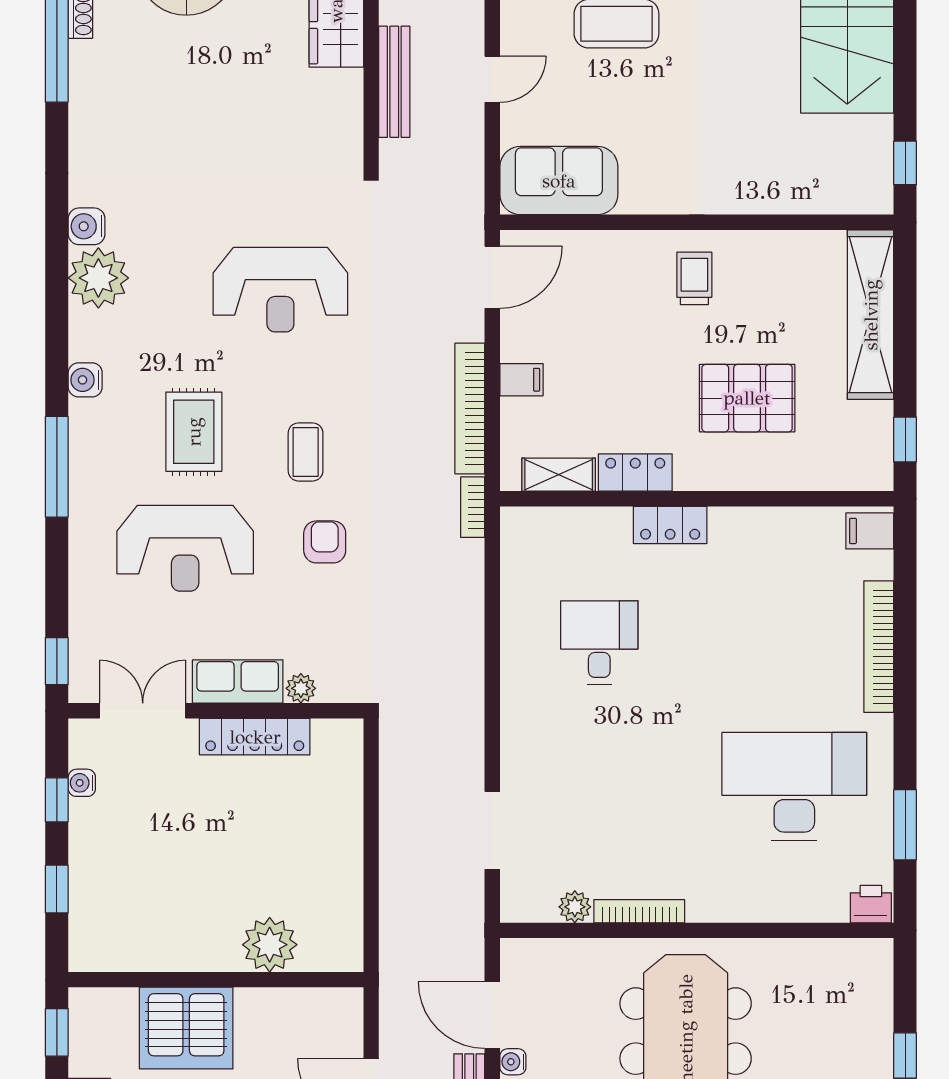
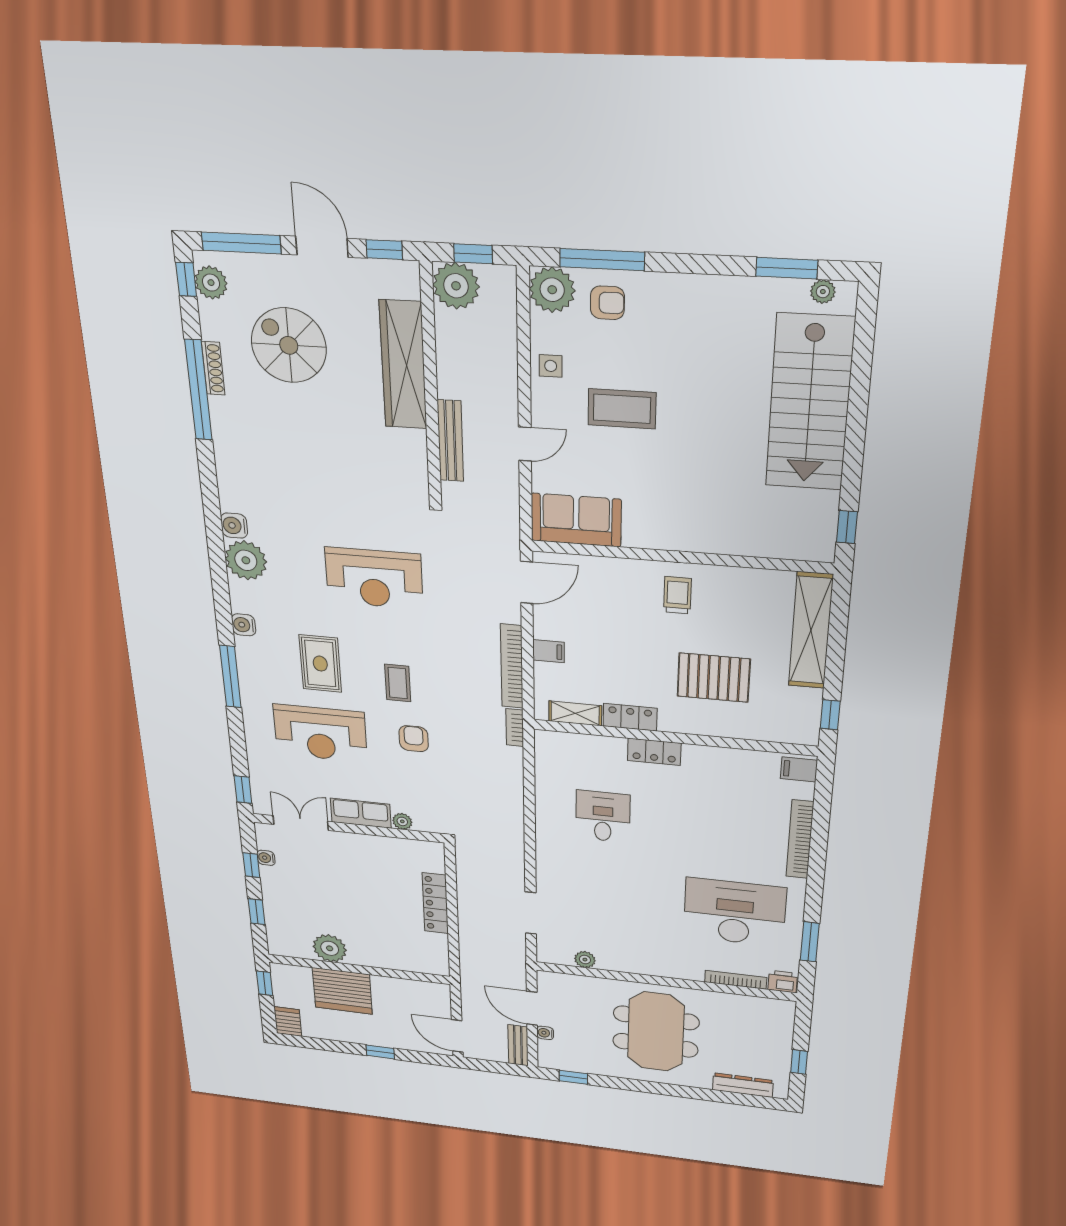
locker: (255, 737) -> (435, 903), moved, turned 90
bookcase: (639, 911) -> (736, 980), moved
plant: (270, 945) -> (330, 948), moved

